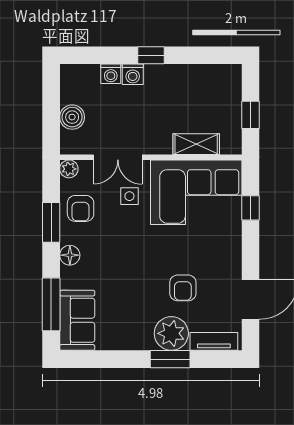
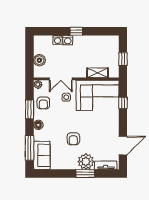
armchair: (183, 288) -> (73, 139), moved

